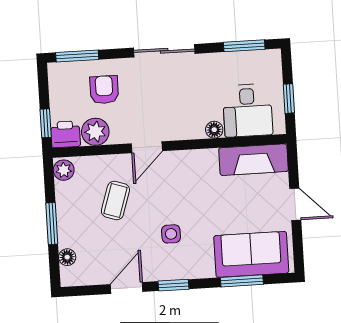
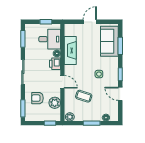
printer: (65, 134) -> (55, 64), moved
fireplace: (253, 160) -> (70, 50), moved

